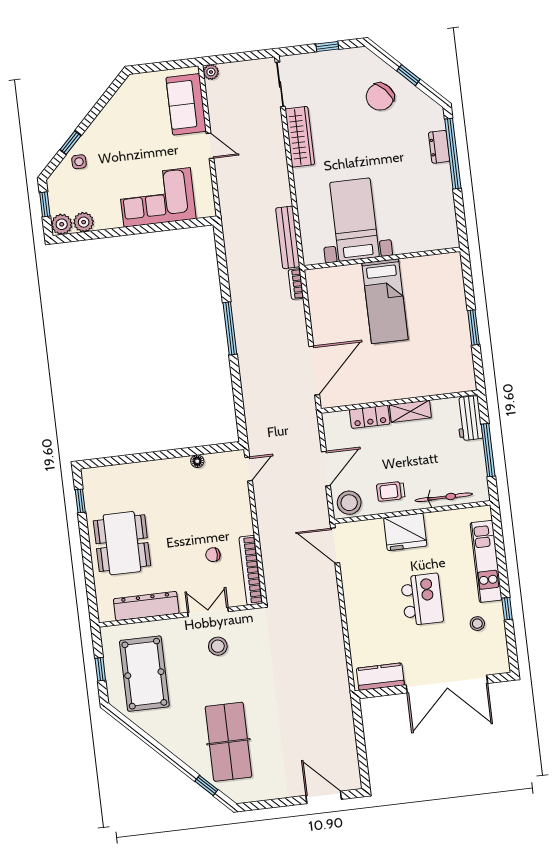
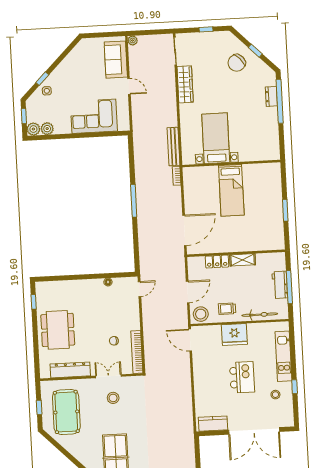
workbench: (469, 418) -> (280, 285), moved

